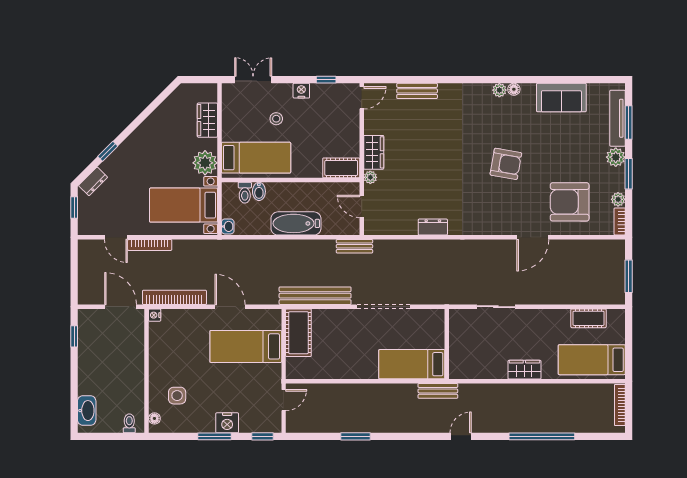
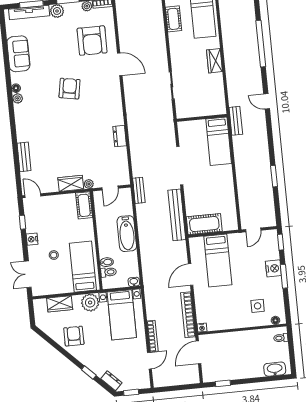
armchair: (161, 135) -> (74, 336), added
door: (284, 400) -> (253, 230), swing flipped

